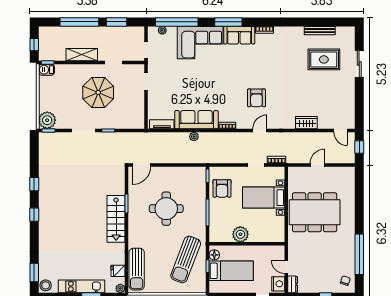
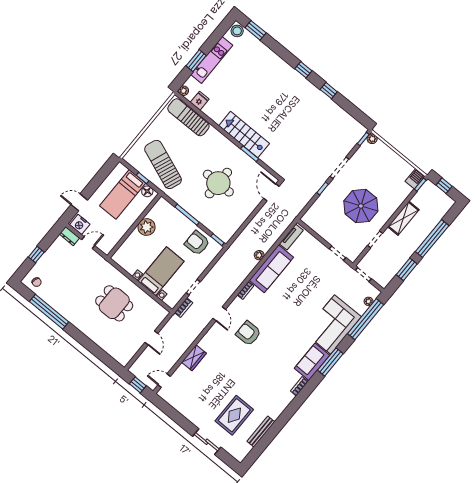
plant: (47, 120) -> (372, 139), width x0.53, depth x0.53
dining table: (315, 212) -> (114, 303), width x0.53, depth x0.80

